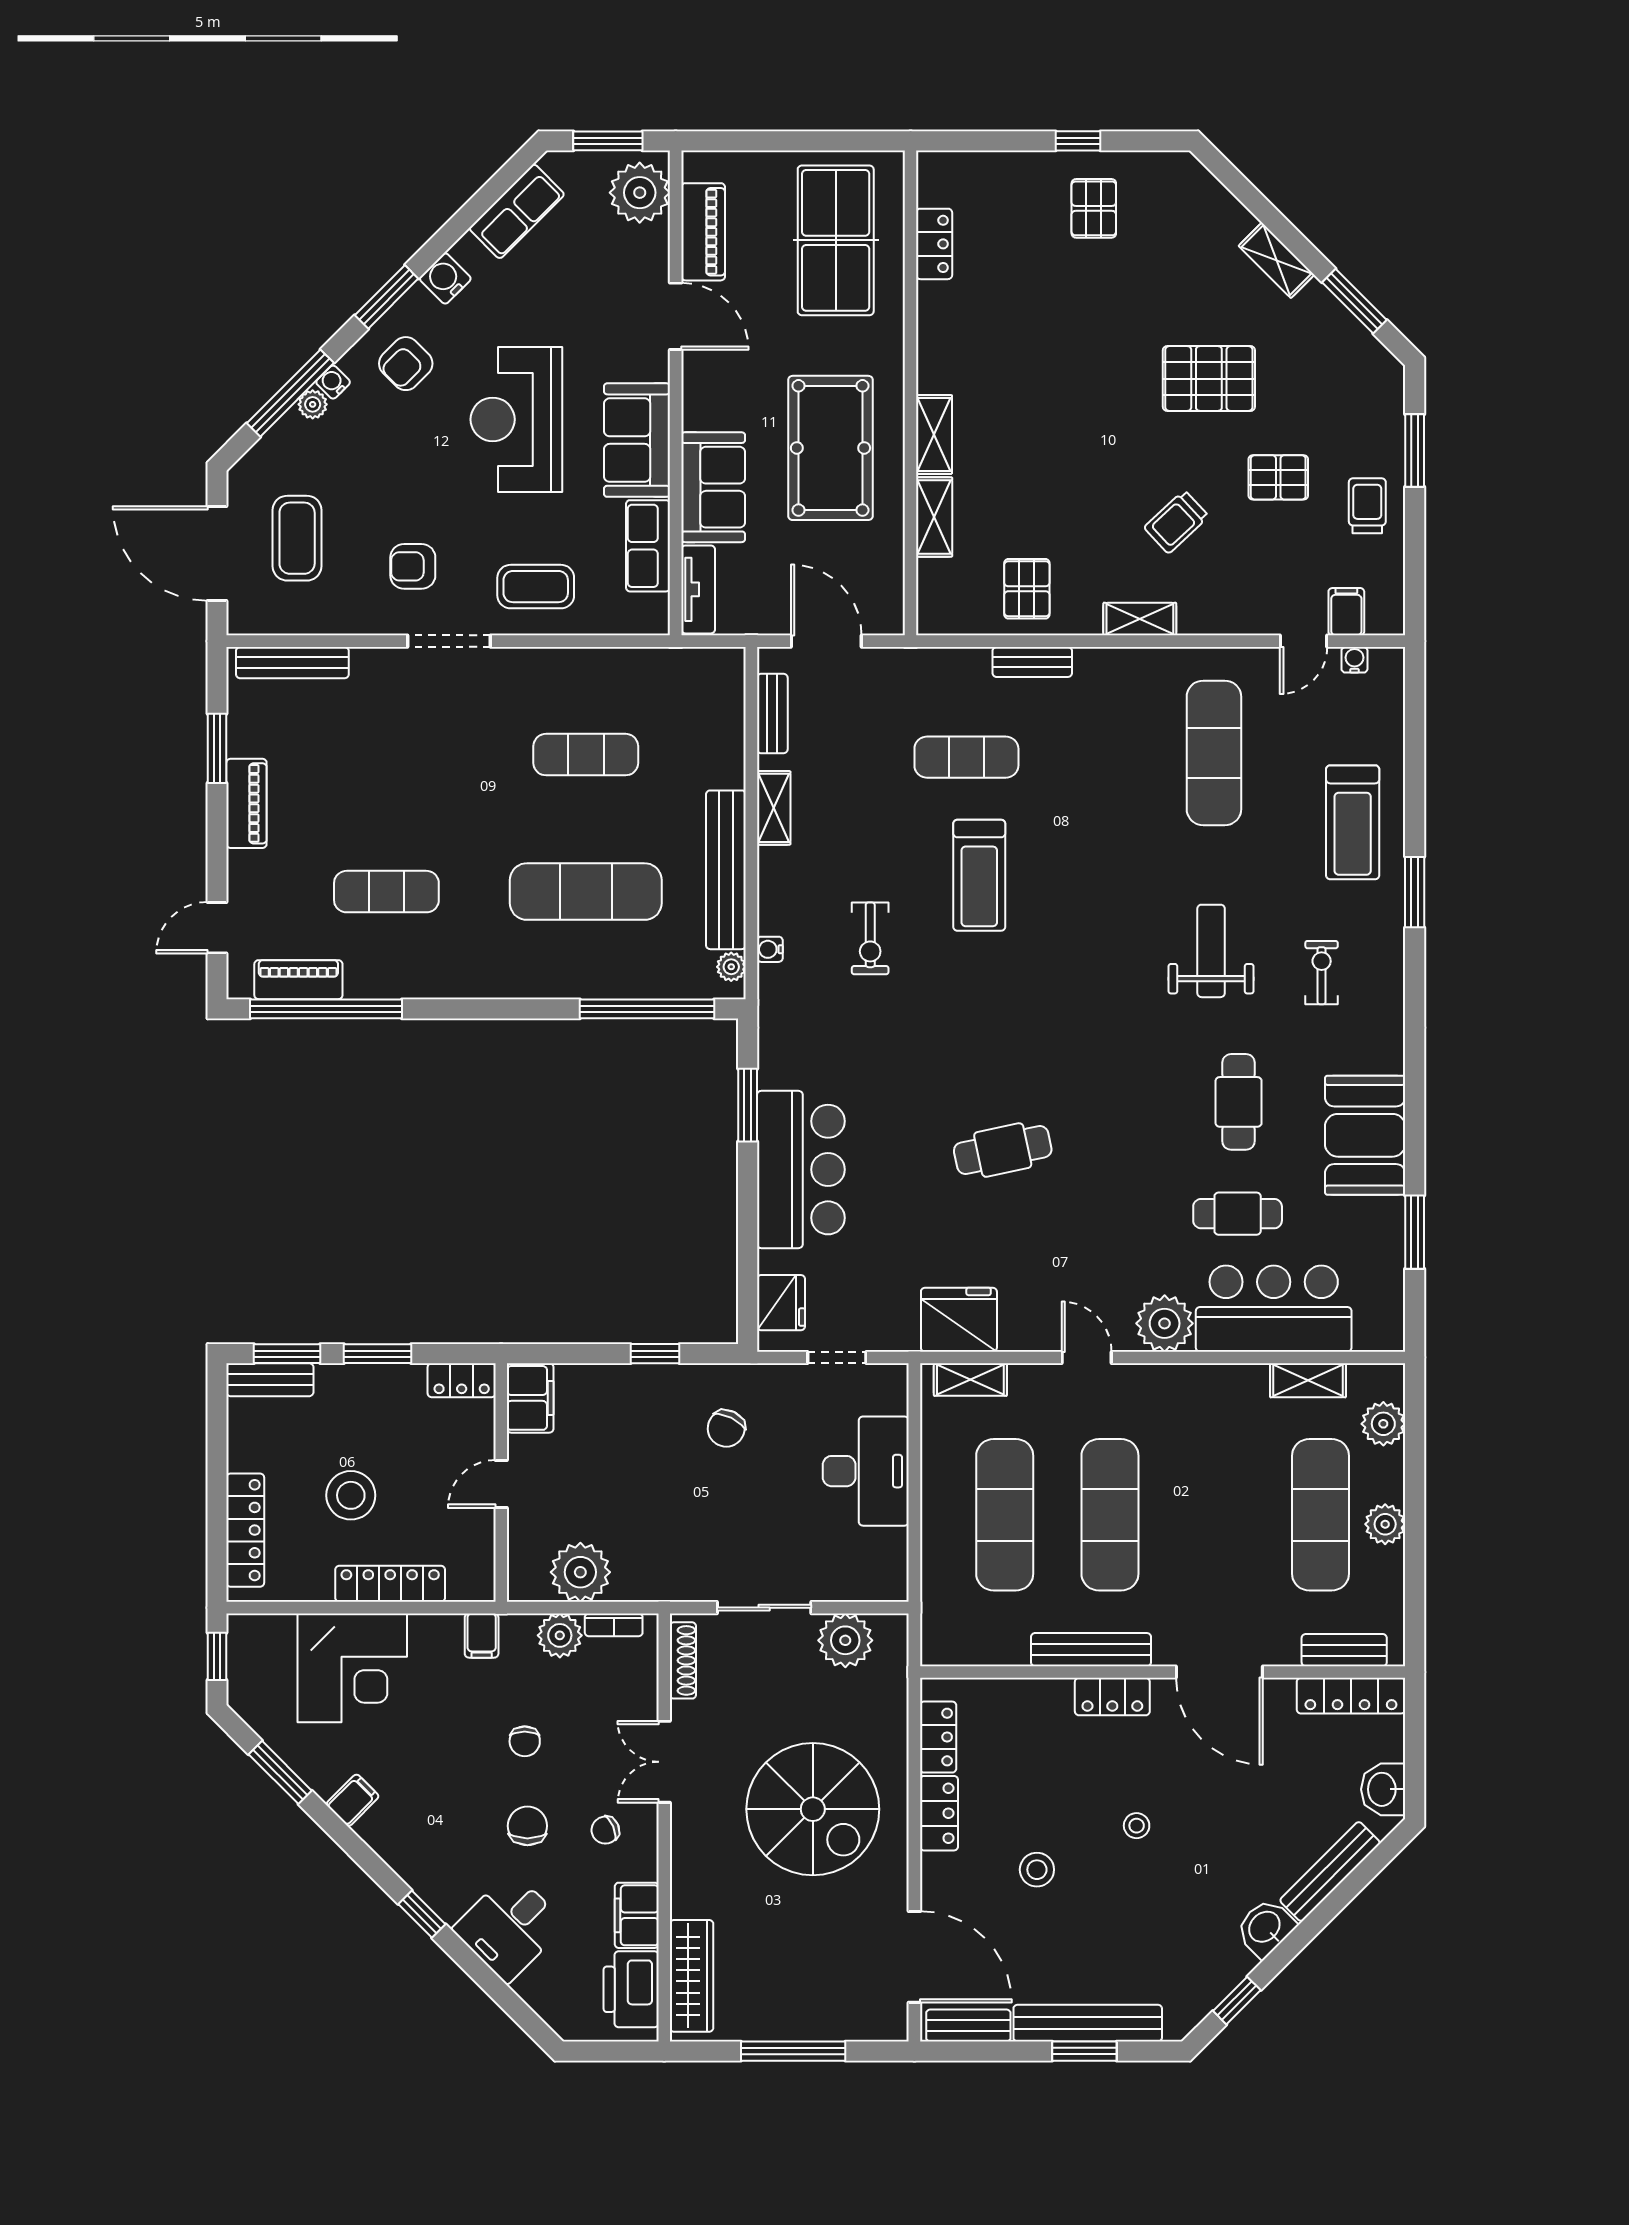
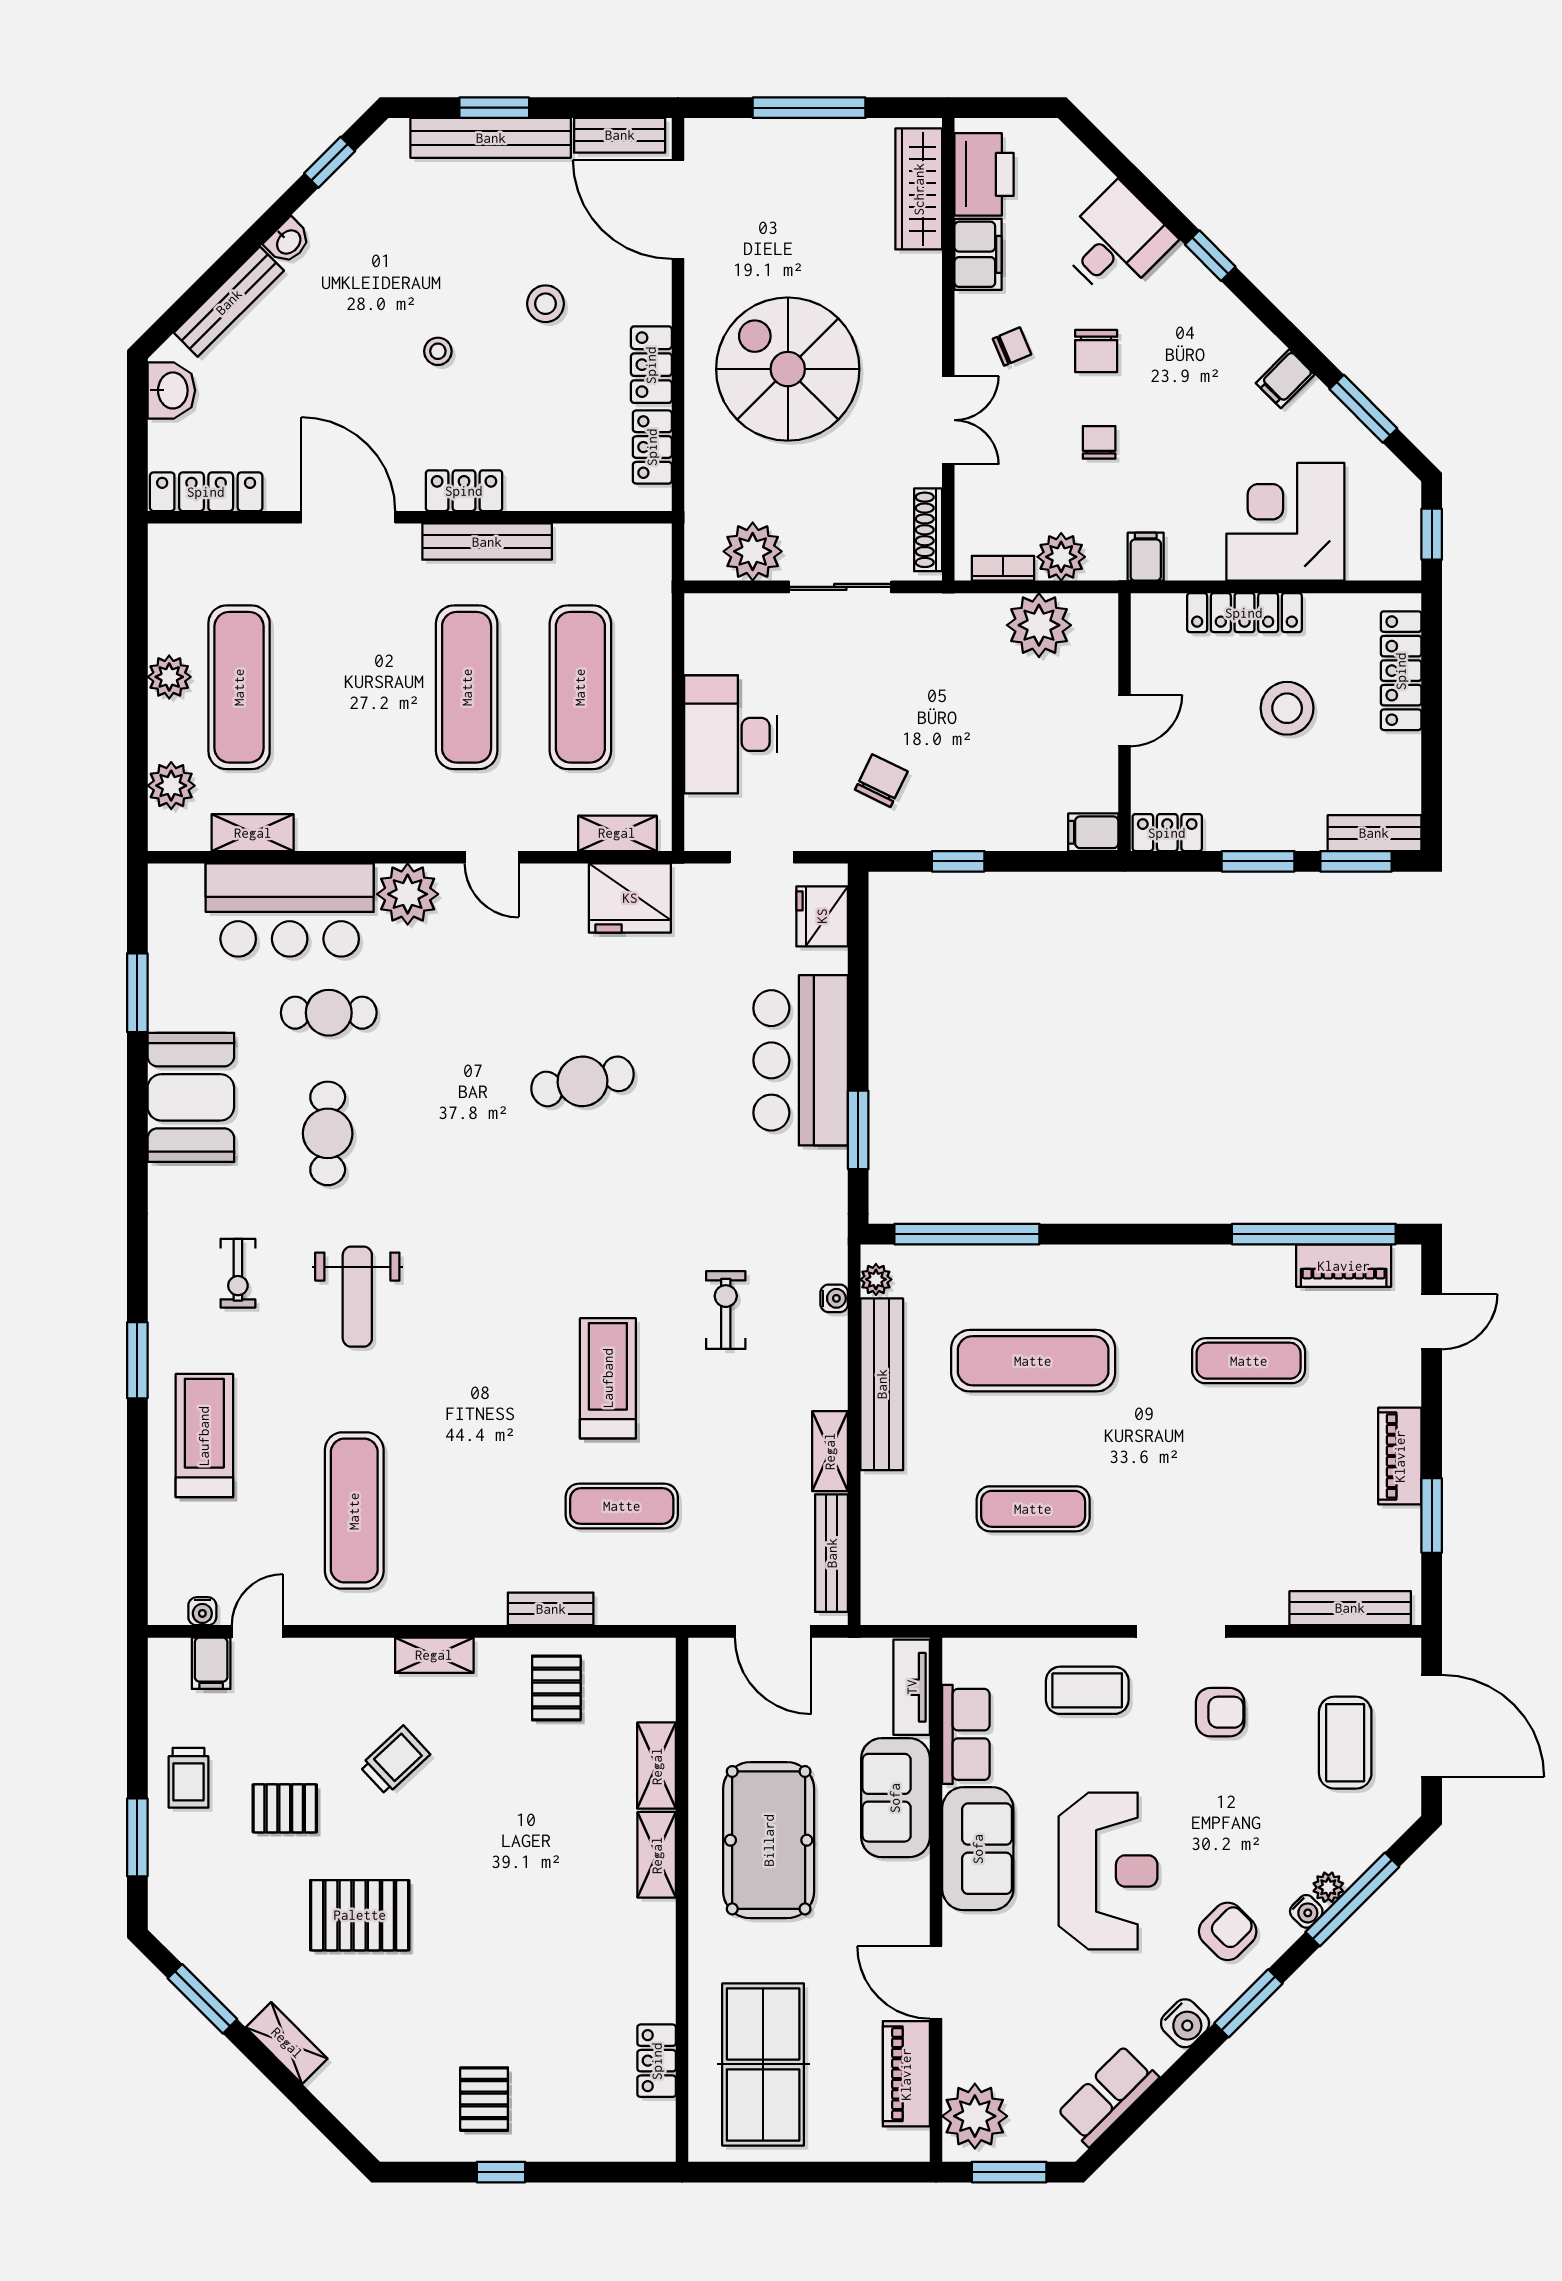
bench: (772, 714) -> (832, 1553), width x1.36
filing cabinet: (530, 1398) -> (1093, 832), width x0.50
bench: (1344, 1650) -> (213, 541), removed
washbasin: (1265, 1928) -> (288, 241), width x0.72, depth x0.69

